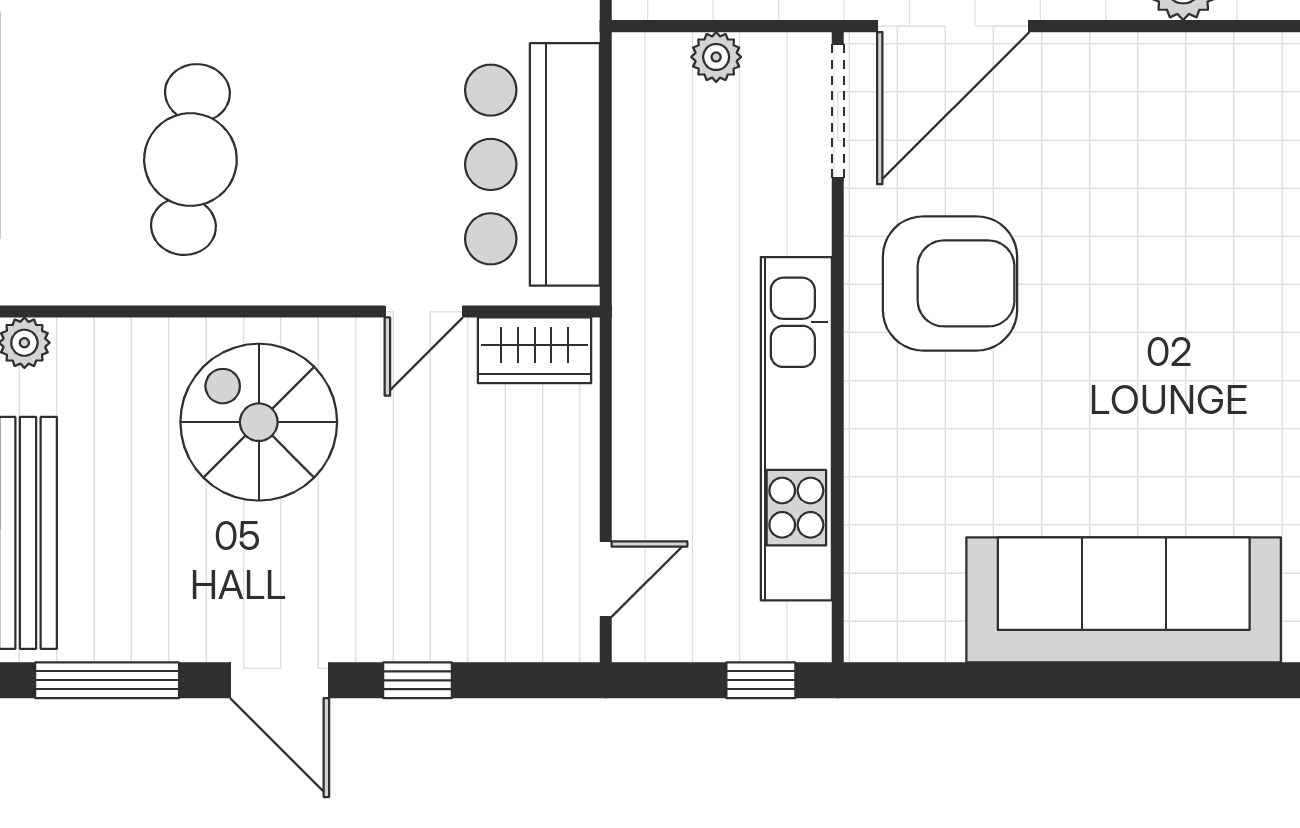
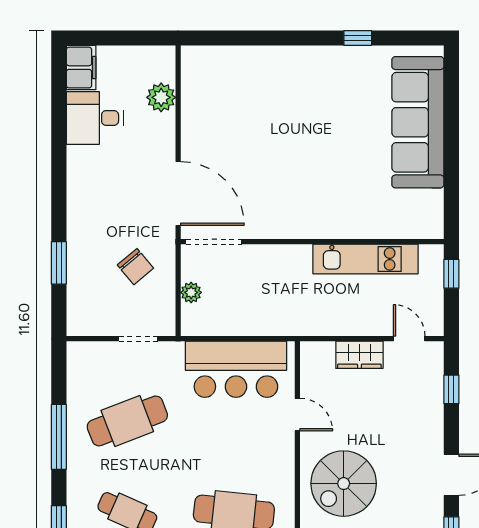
armchair: (950, 283) -> (286, 195), removed
wardrobe: (535, 350) -> (359, 355), moved, turned 90
kitchen unit: (796, 429) -> (365, 259), width x0.73
window: (418, 680) -> (451, 389), moved

